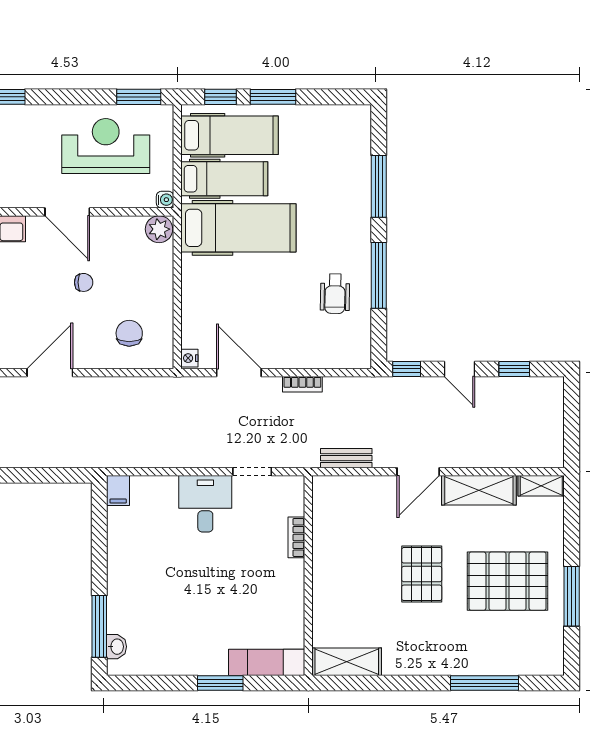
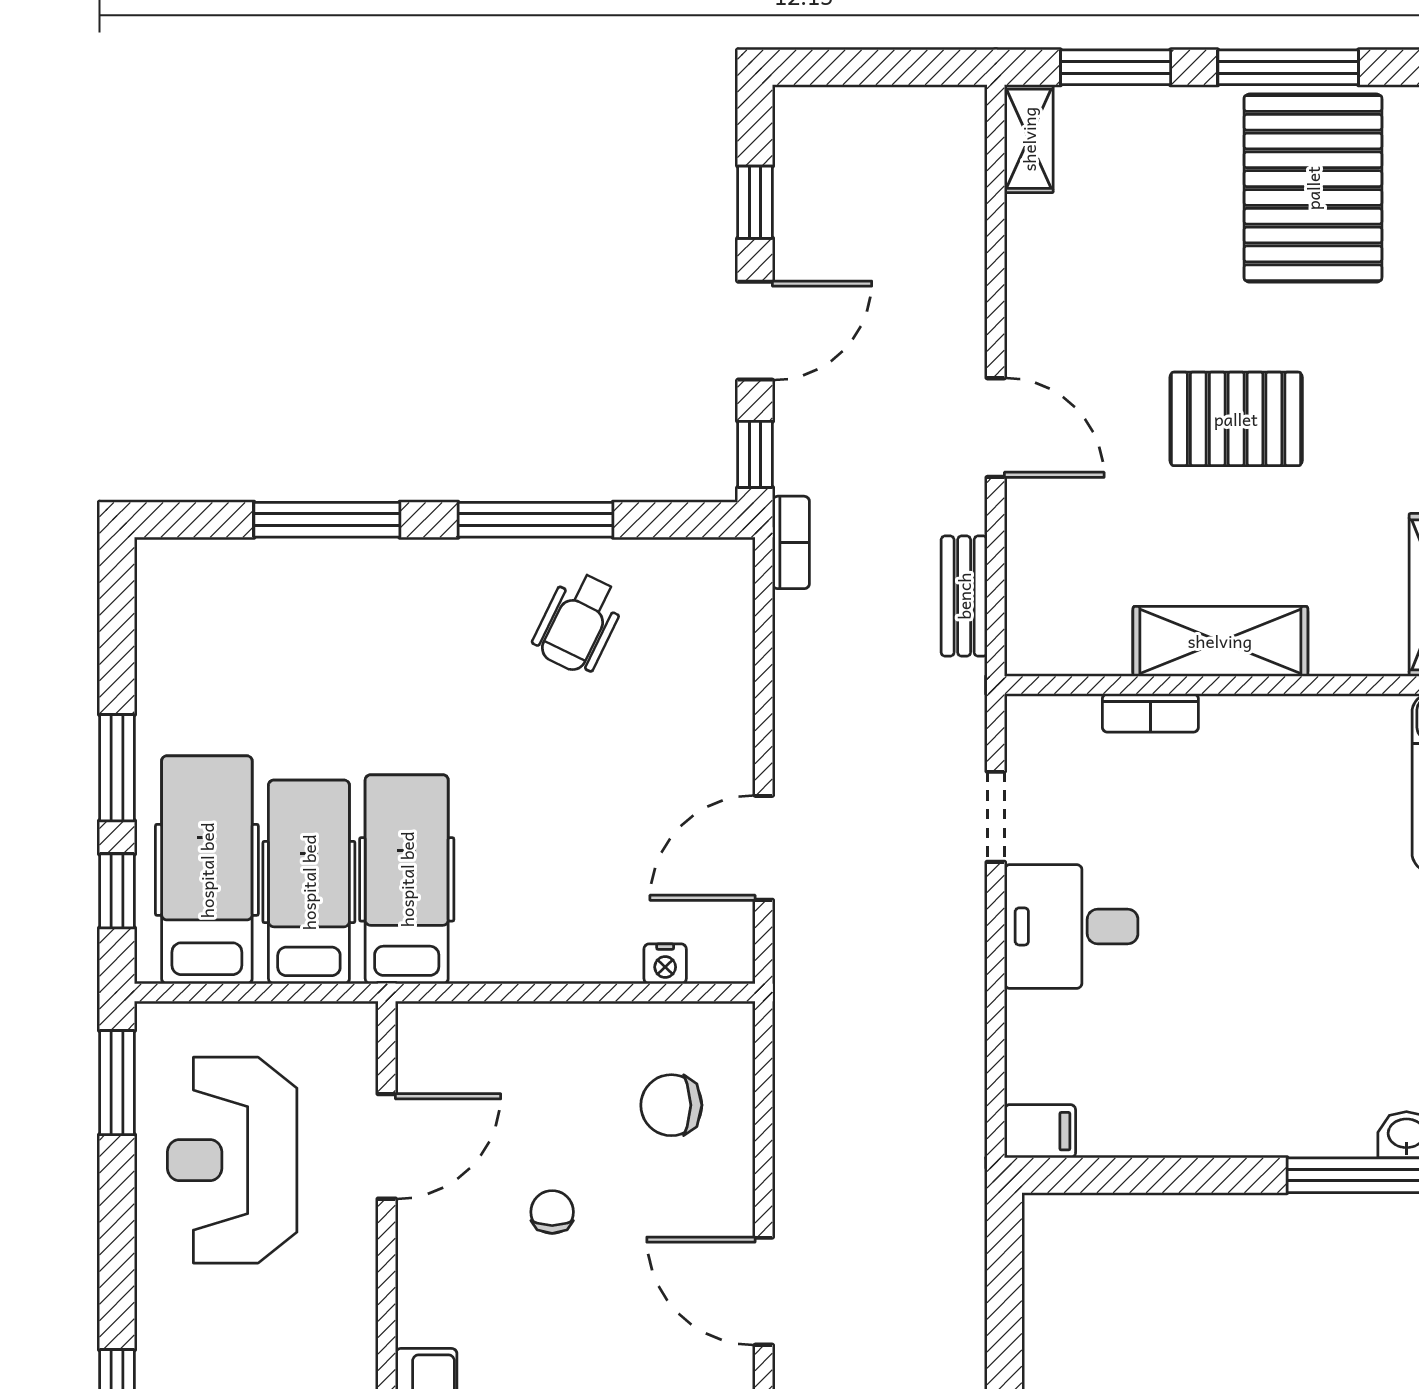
water cooler: (165, 200) -> (358, 1021), removed
door: (67, 212) -> (387, 1146), moved
hospital bed: (238, 228) -> (407, 879), width x0.73, depth x0.78
plant: (159, 229) -> (427, 1035), removed
wheelchair: (335, 294) -> (579, 622), turned 115
nightstand: (189, 358) -> (665, 964), moved
door: (459, 369) -> (755, 331), width x1.37
bookcase: (302, 384) -> (791, 542), moved
shelving: (479, 490) -> (1220, 641), moved, turned 90
window: (572, 523) -> (1116, 67), added
pallet: (508, 581) -> (1313, 188), moved

